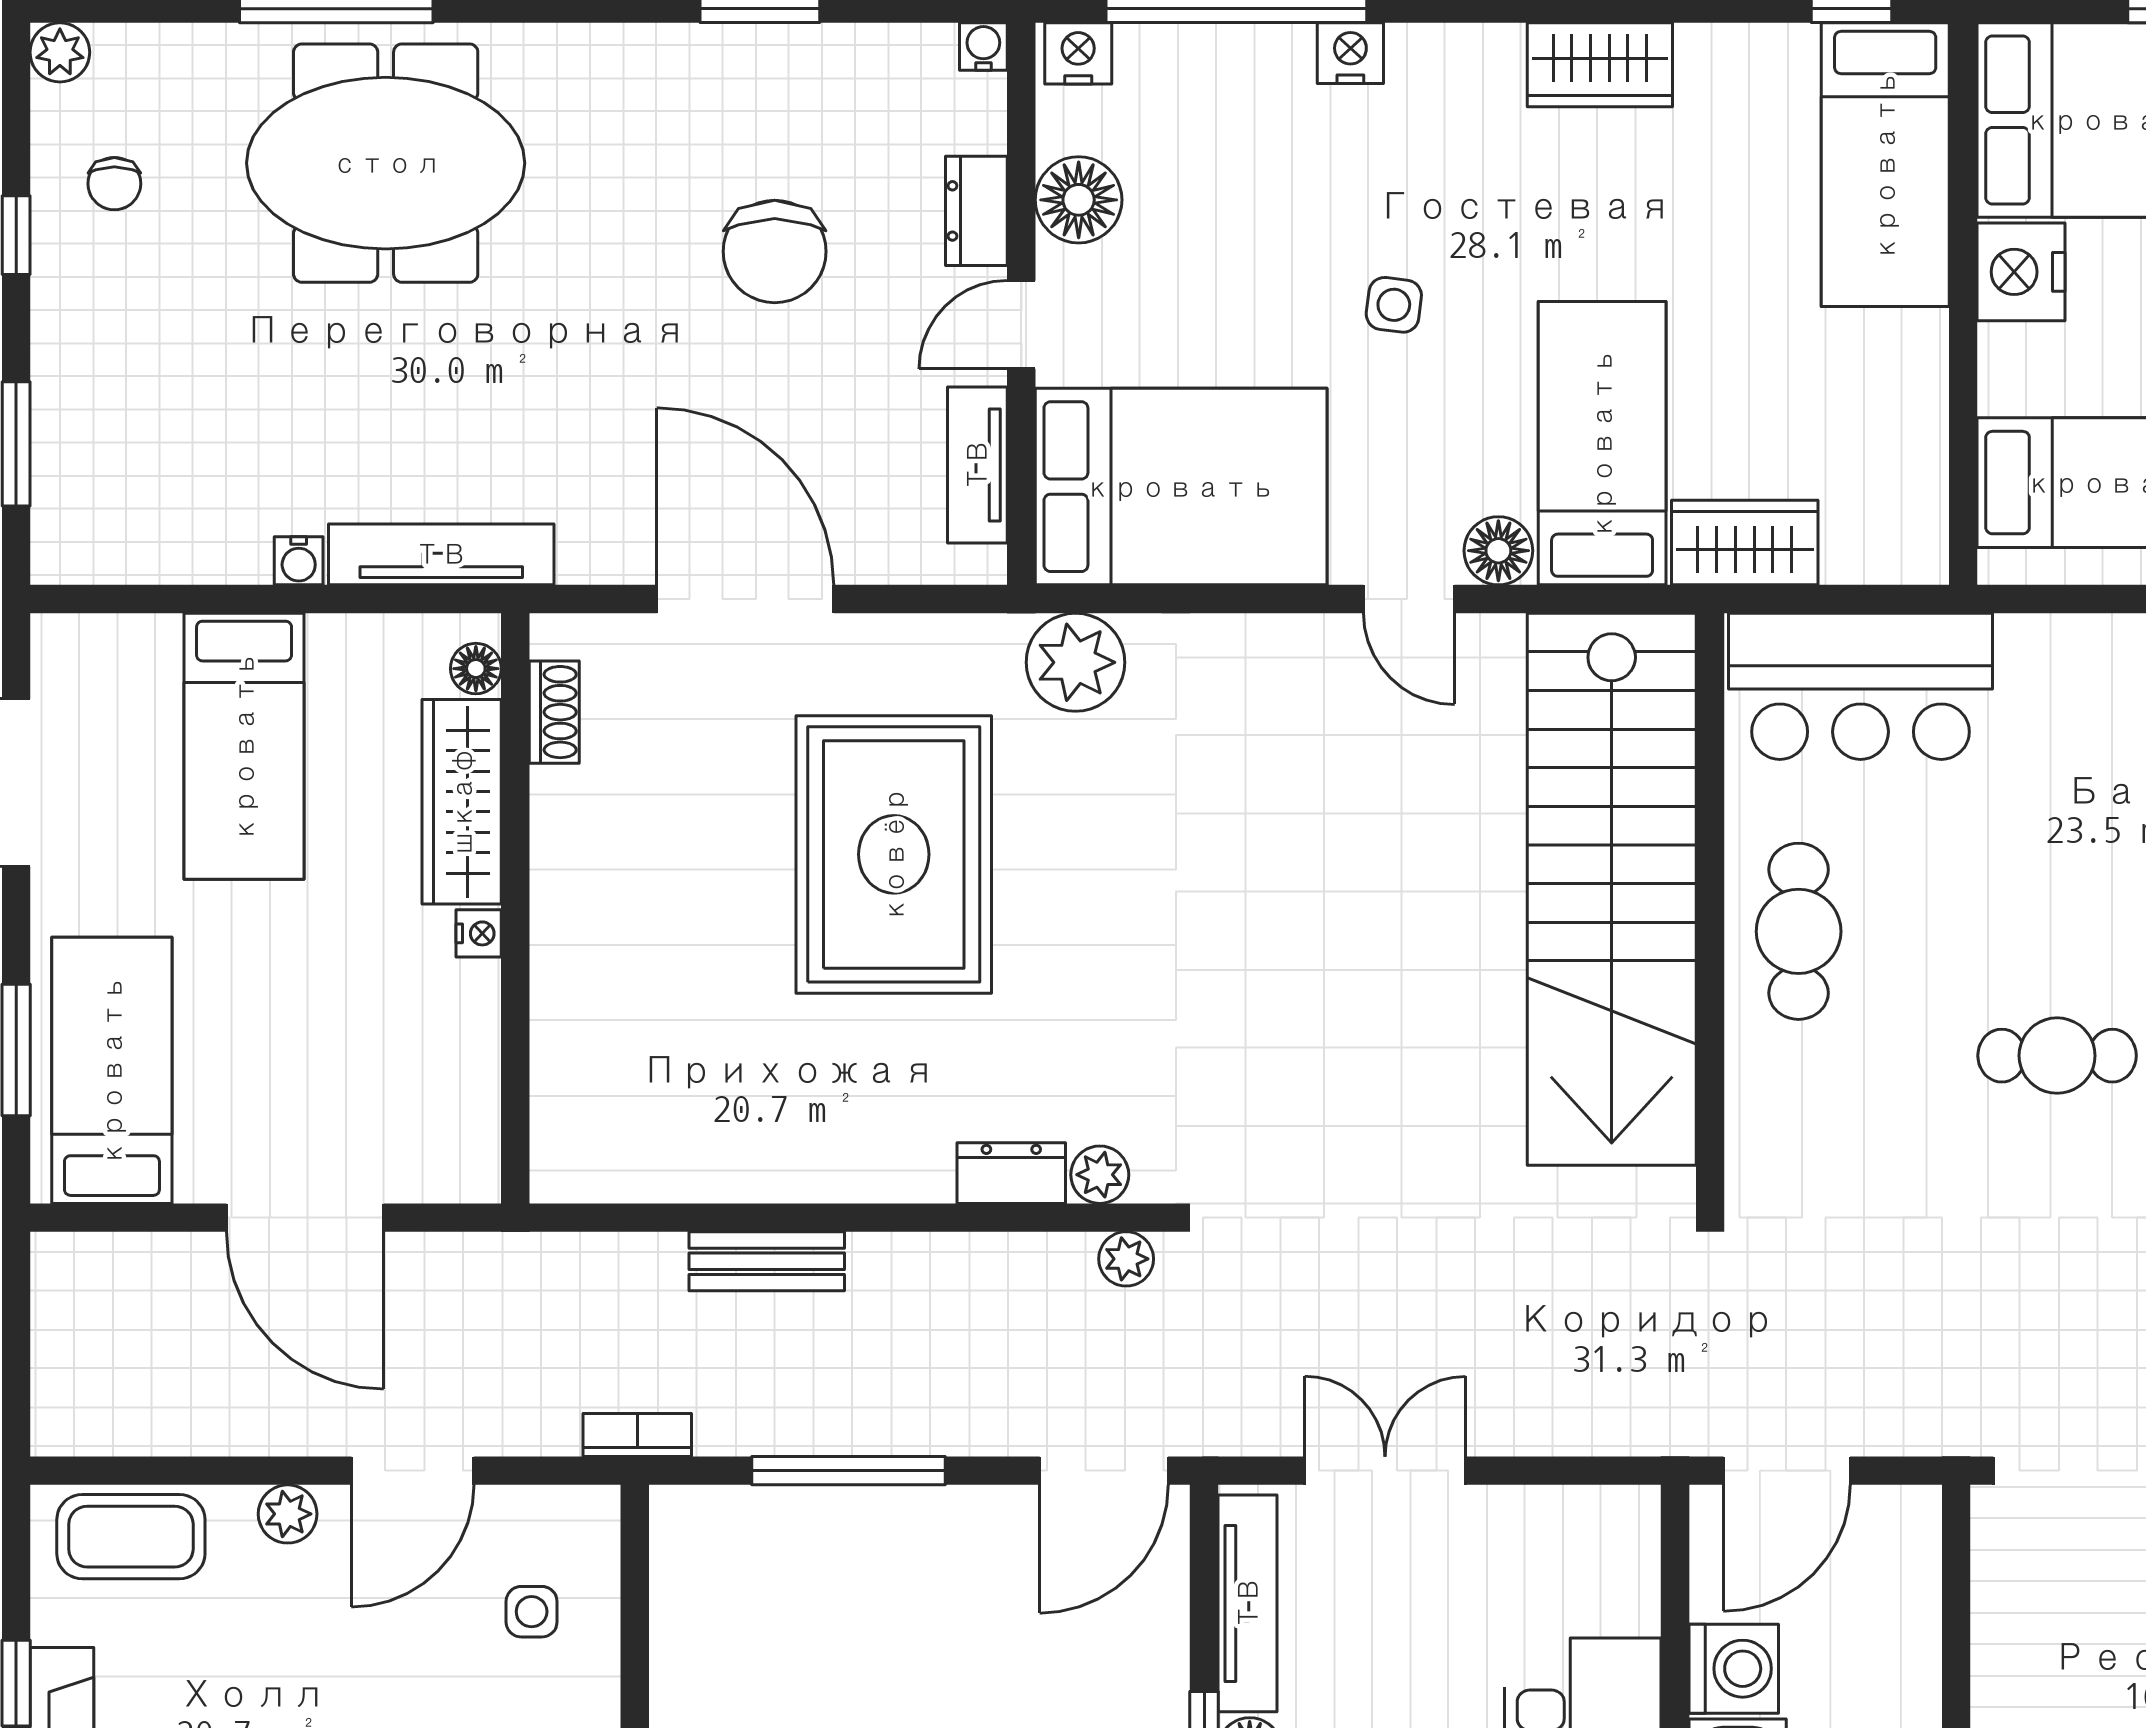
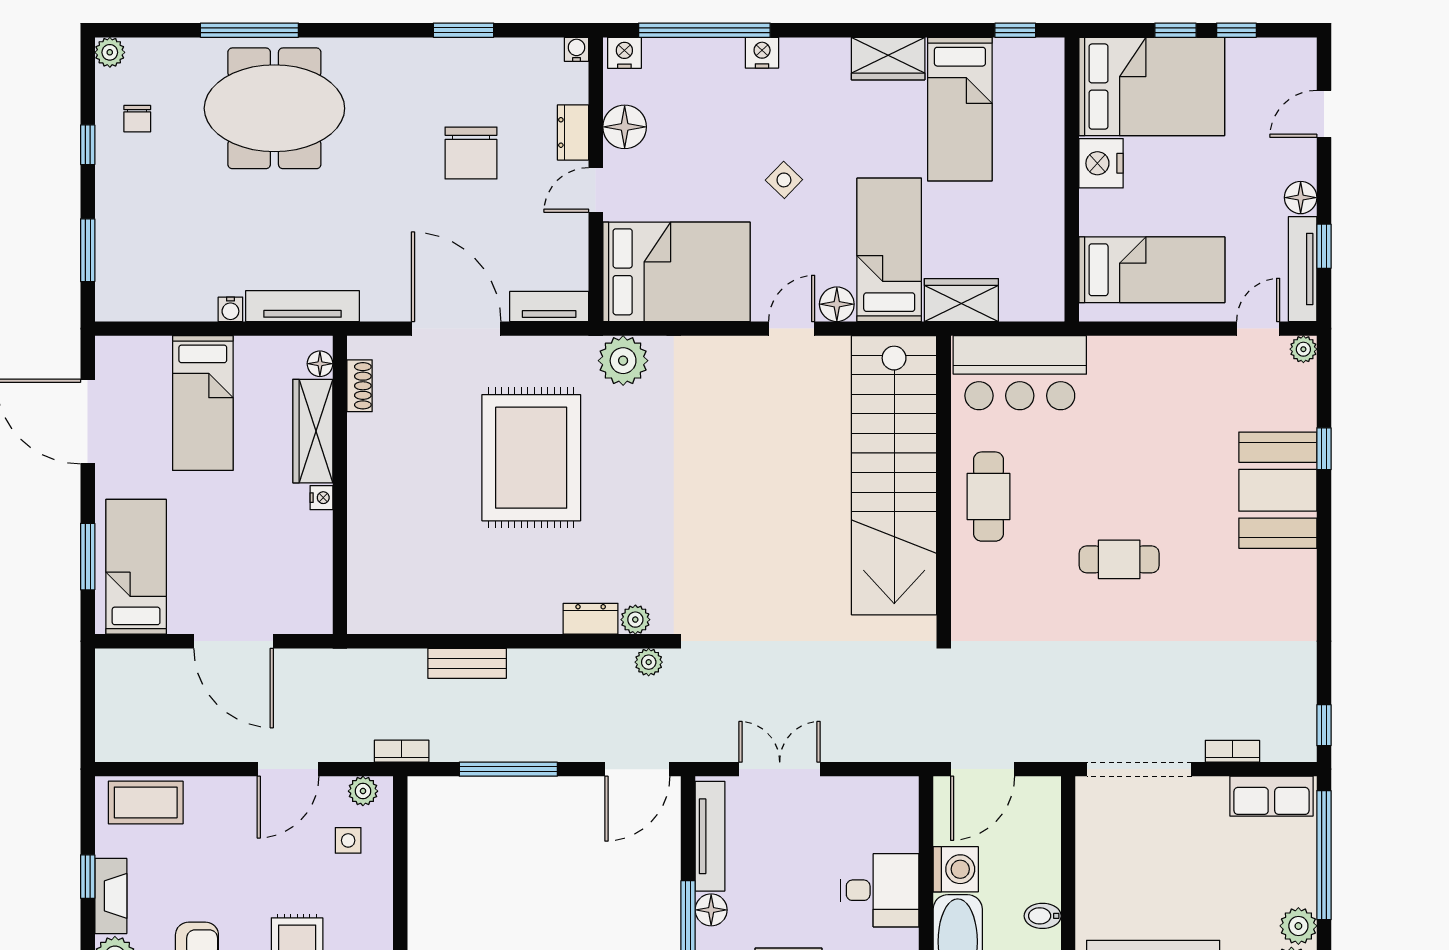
bed: (1885, 165) -> (960, 109), moved
side table: (1394, 305) -> (784, 180), turned 37
tv unit: (977, 465) -> (549, 306), moved, turned 90
door: (1409, 599) -> (792, 329), swing flipped
plant: (288, 1514) -> (363, 791), moved

